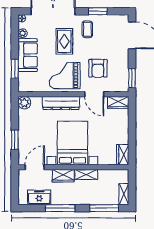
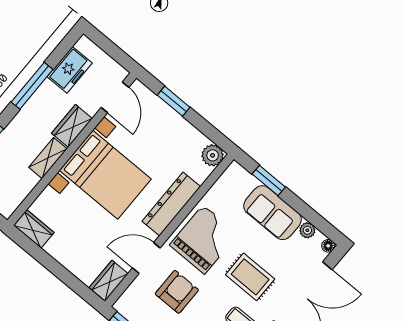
armchair: (98, 68) -> (177, 292), turned 90

